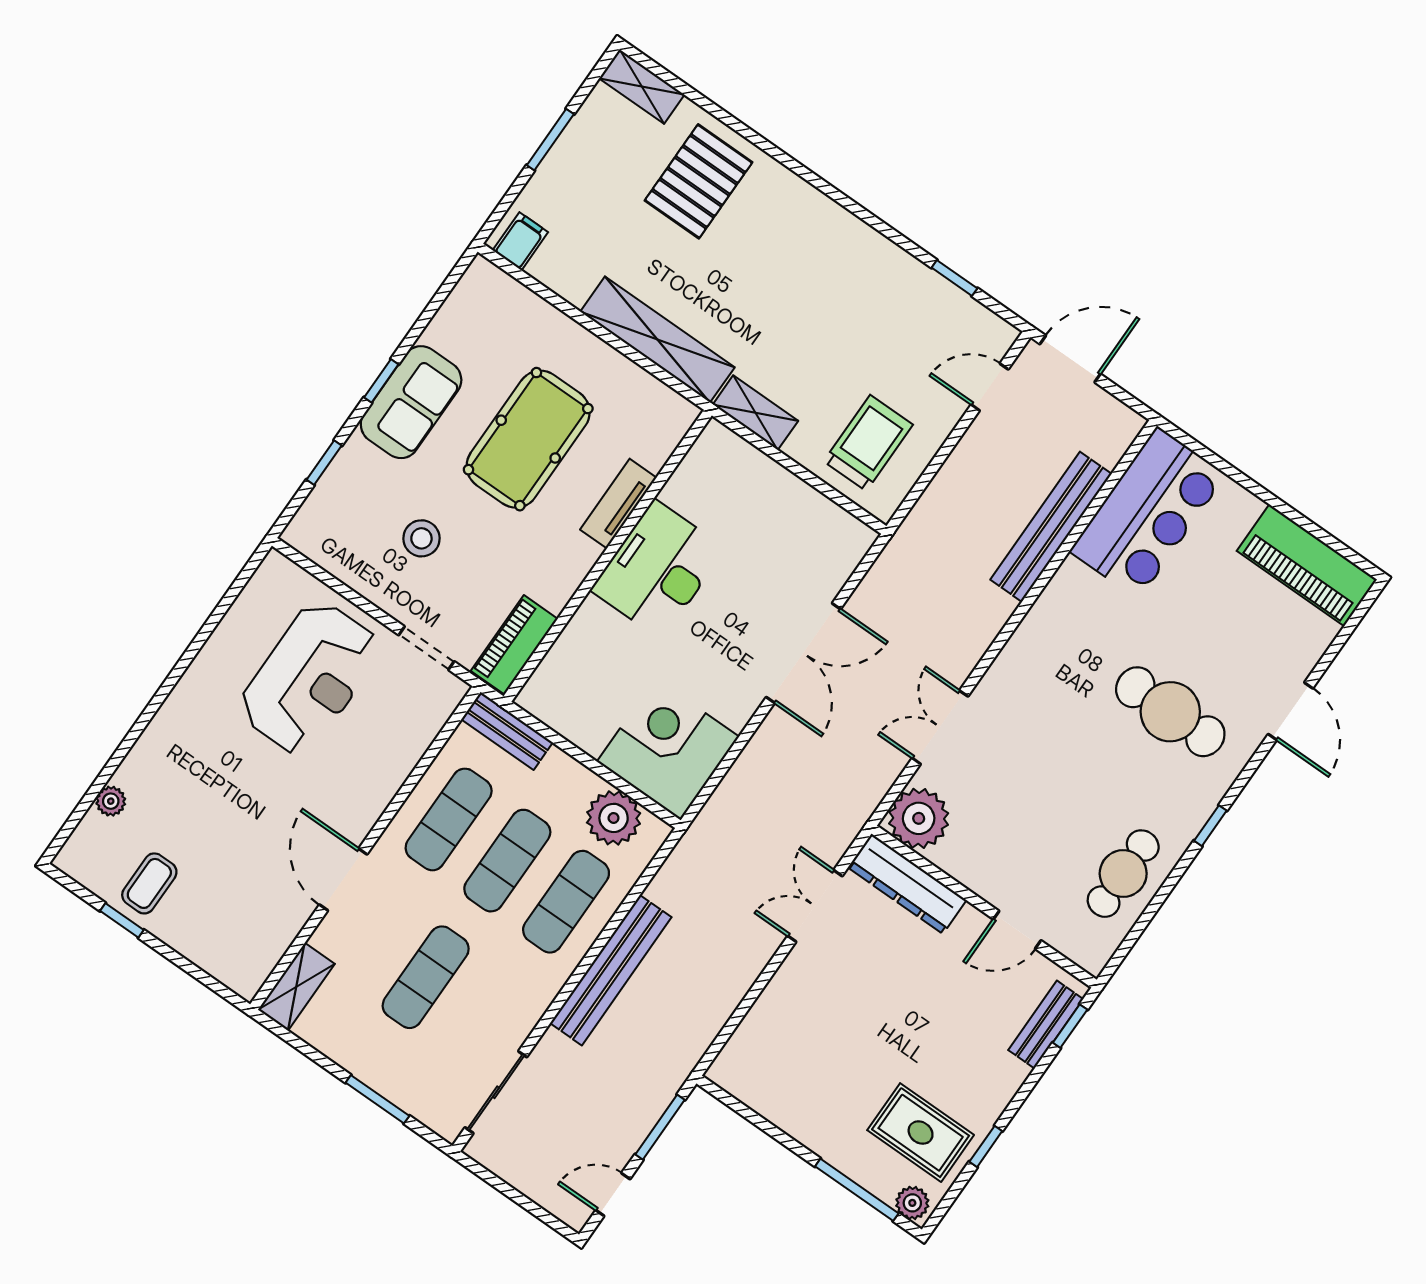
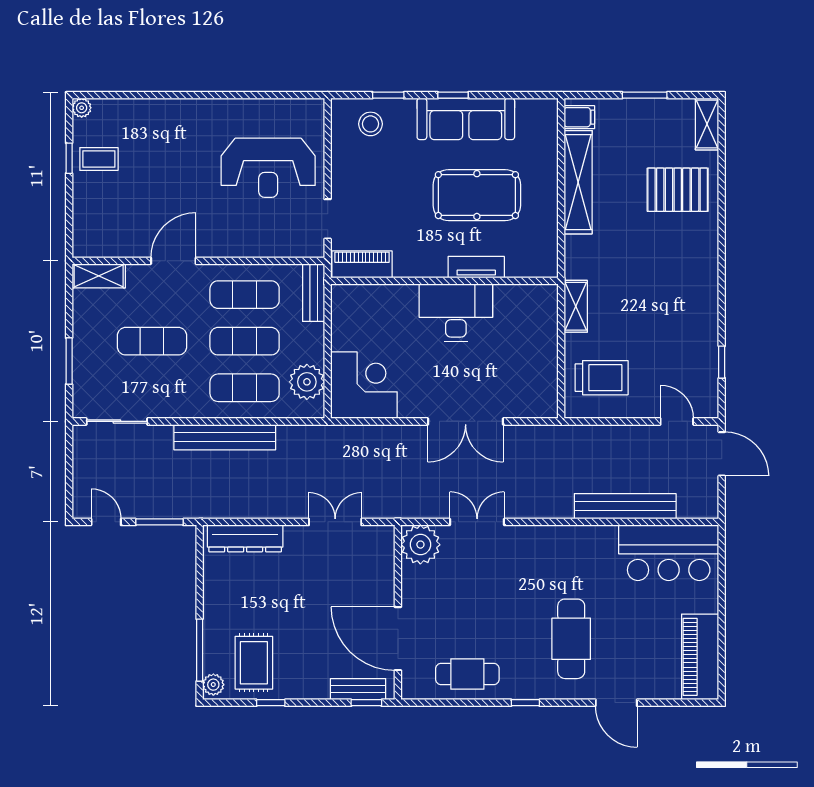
shelving: (657, 340) -> (578, 182), moved
sofa: (411, 402) -> (466, 119), width x1.36
stool: (421, 538) -> (370, 124), moved
door: (1291, 711) -> (616, 703), hinge flipped
plant: (111, 801) -> (82, 108), moved
dresser: (907, 884) -> (245, 538), moved, turned -90
door: (1017, 930) -> (398, 639), width x1.87

